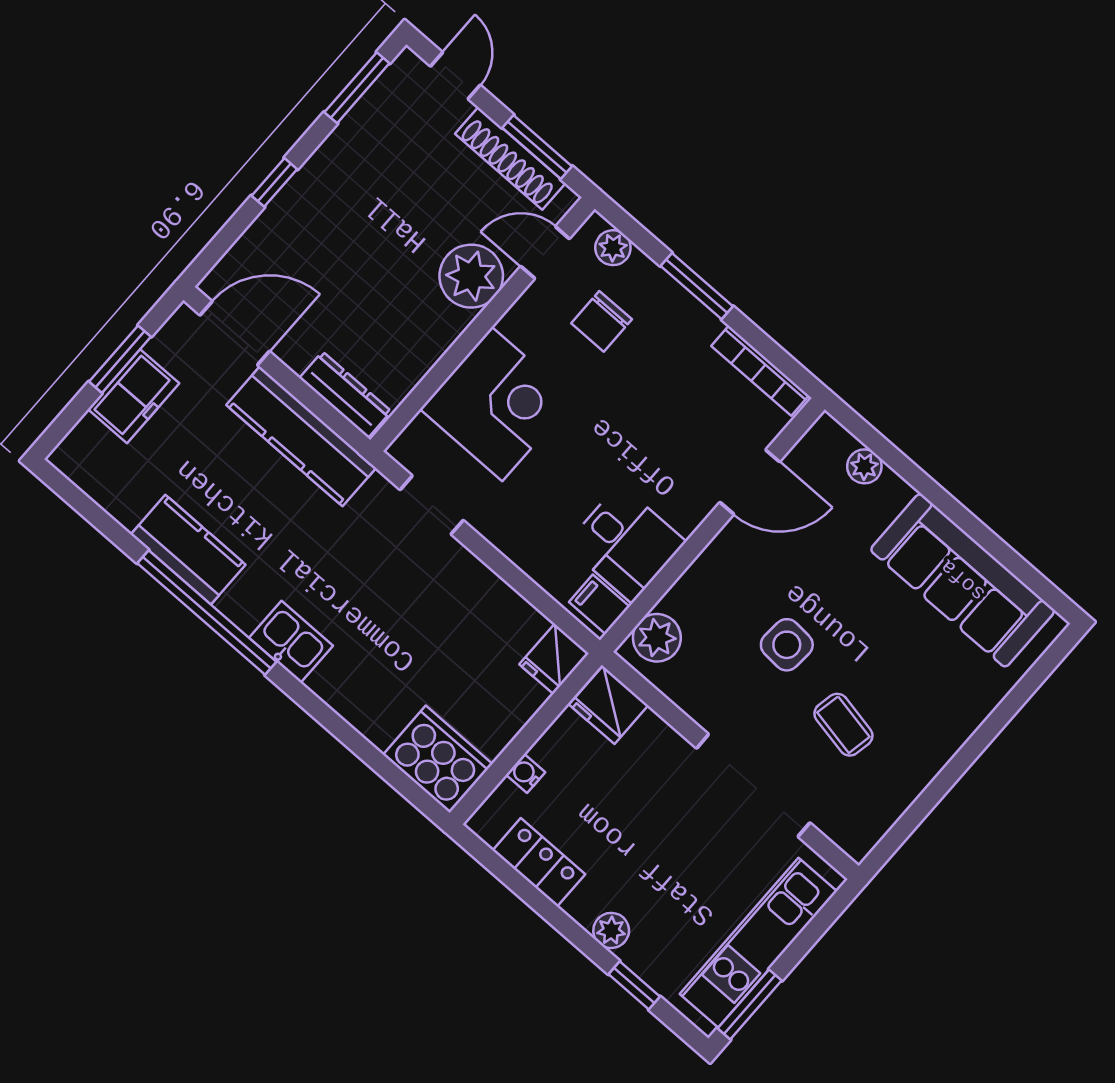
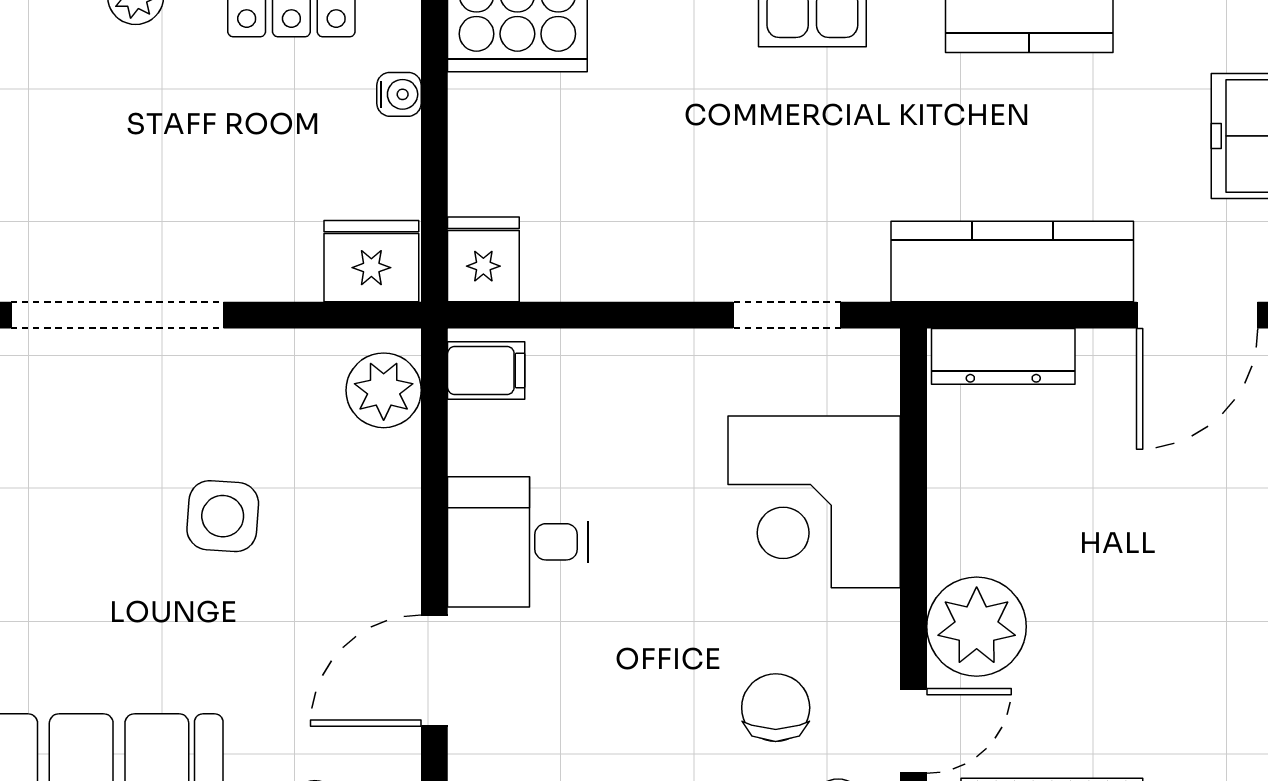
desk: (626, 543) -> (518, 542), moved
coffee table: (843, 725) -> (73, 480), removed

